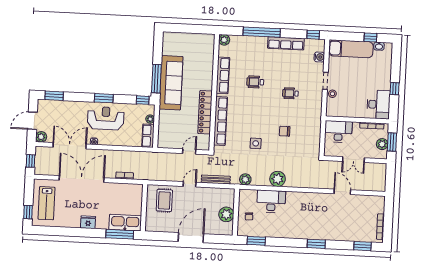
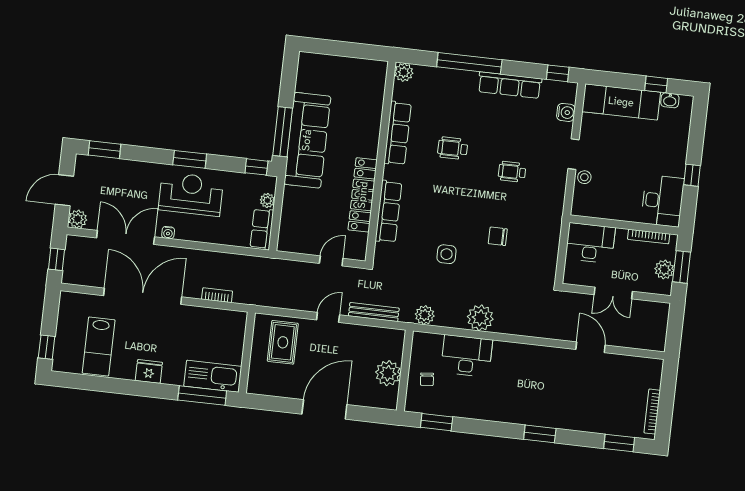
row of seats: (221, 121) -> (389, 212), width x0.73
lab bench: (47, 203) -> (99, 346), moved

